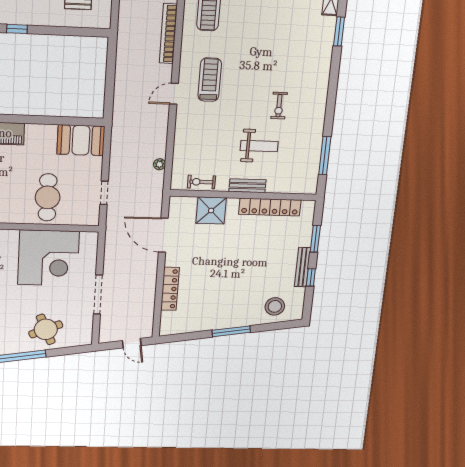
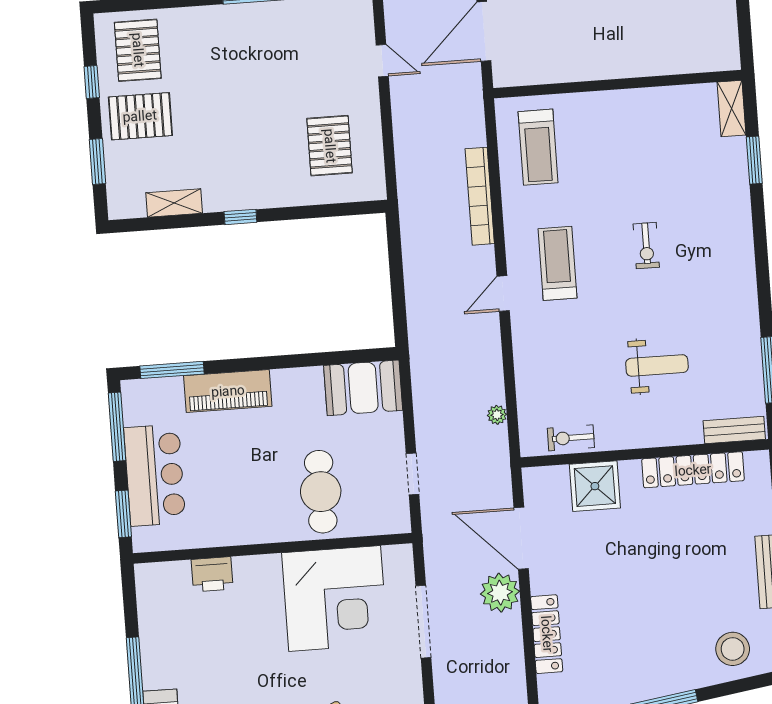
exercise bike: (279, 106) -> (646, 246), moved
bench: (247, 186) -> (734, 430), moved
plant: (146, 264) -> (500, 593), added
doorway: (98, 294) -> (423, 622), moved

